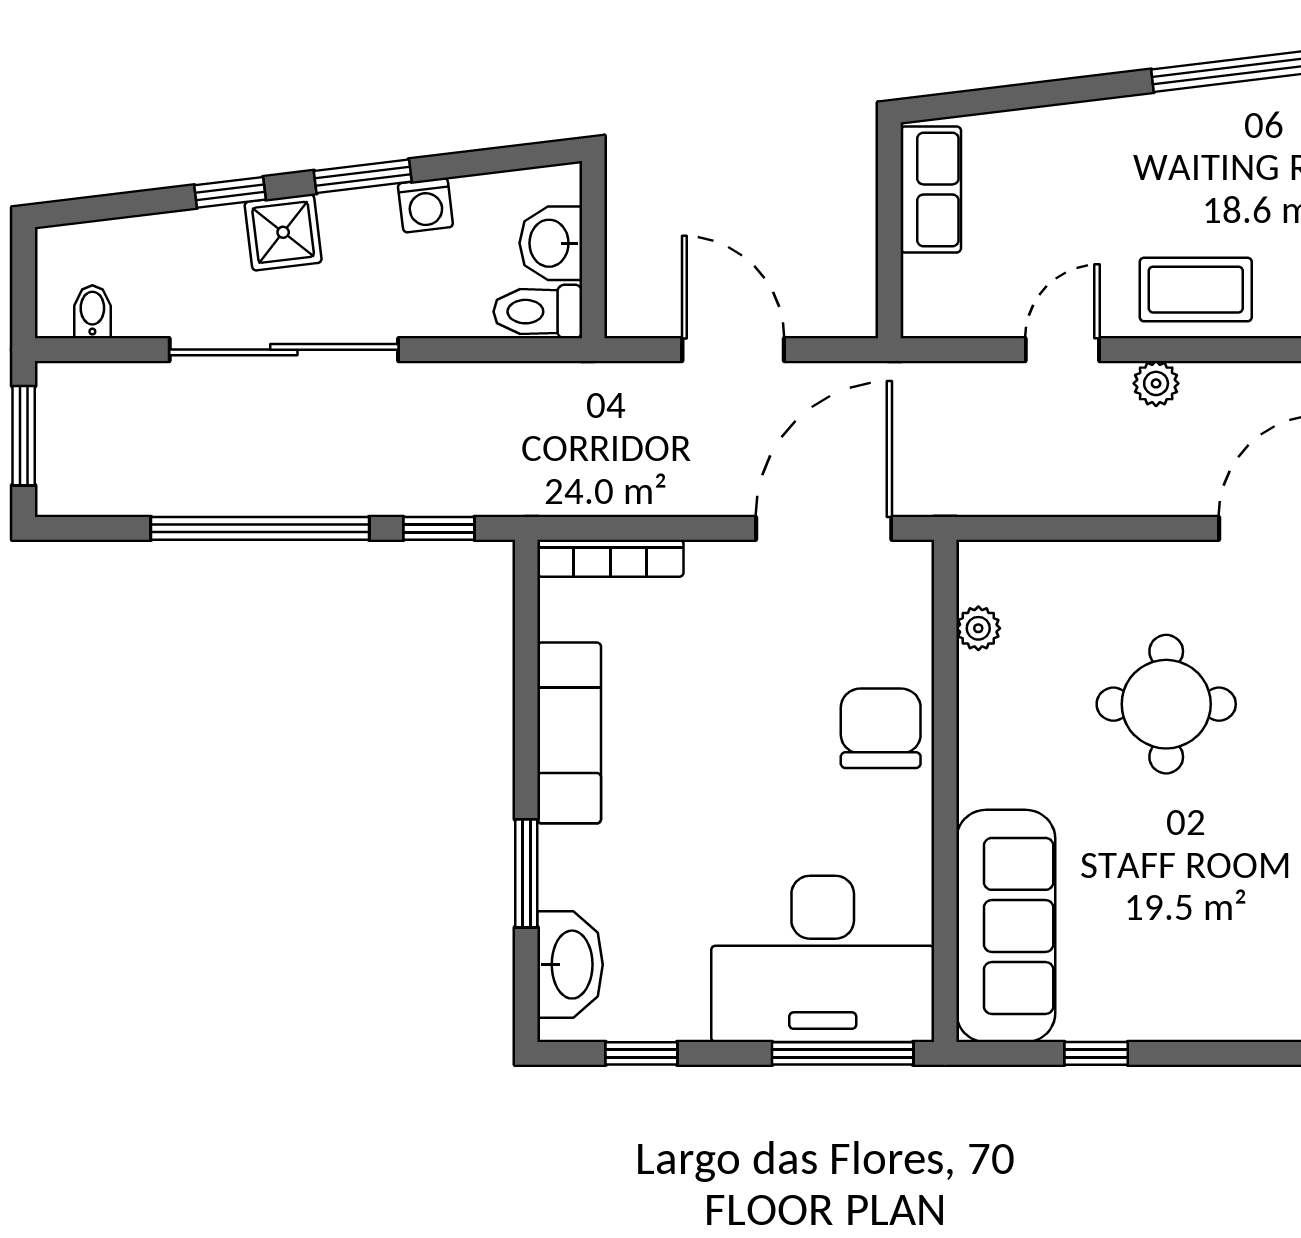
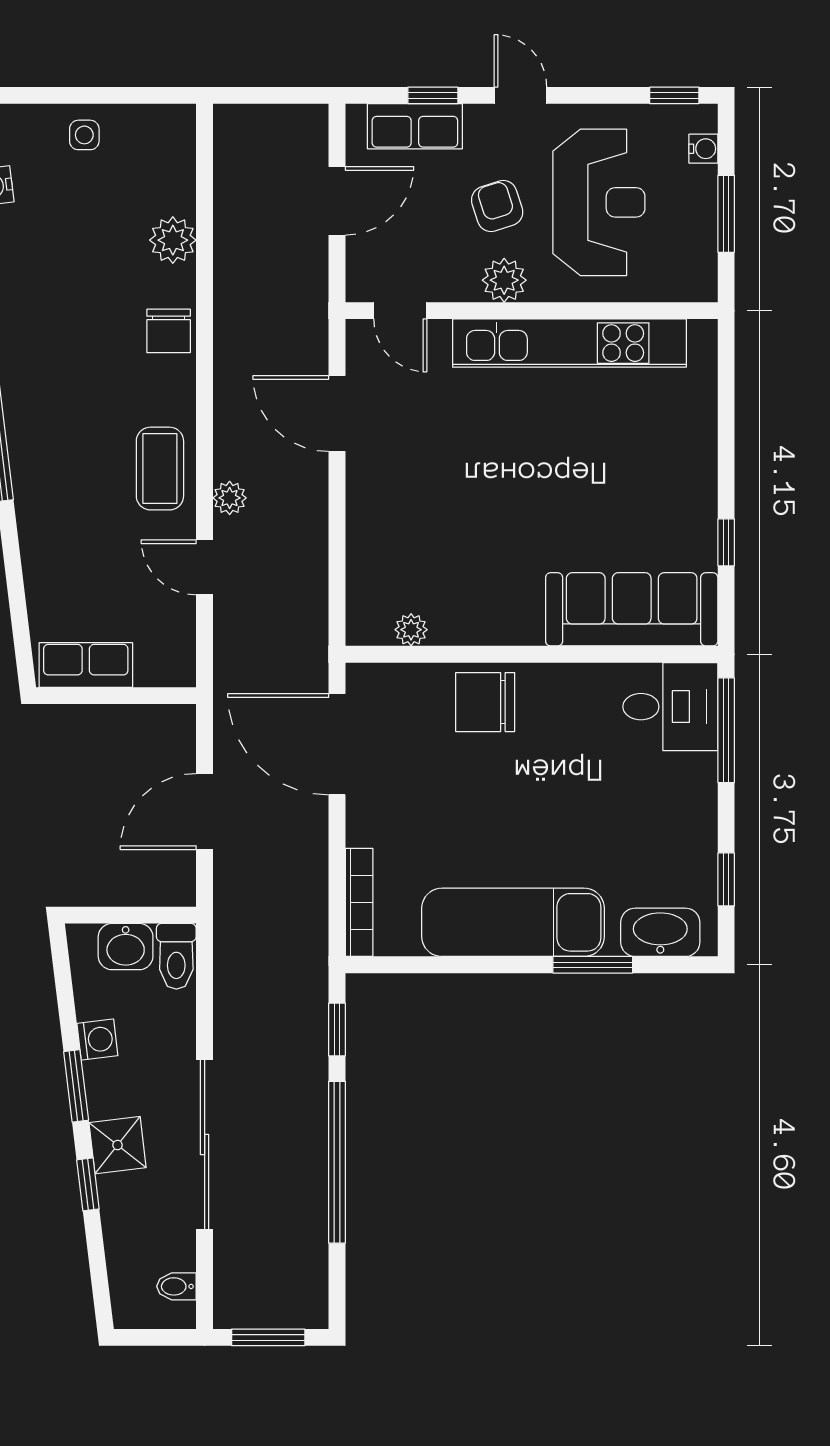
round table: (1166, 704) -> (467, 490), removed
exam couch: (569, 733) -> (513, 922), width x1.36, depth x1.45
desk: (823, 959) -> (670, 707), width x0.53, depth x0.77

